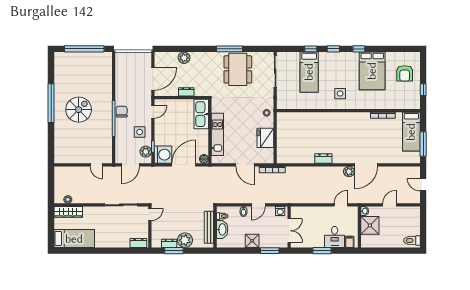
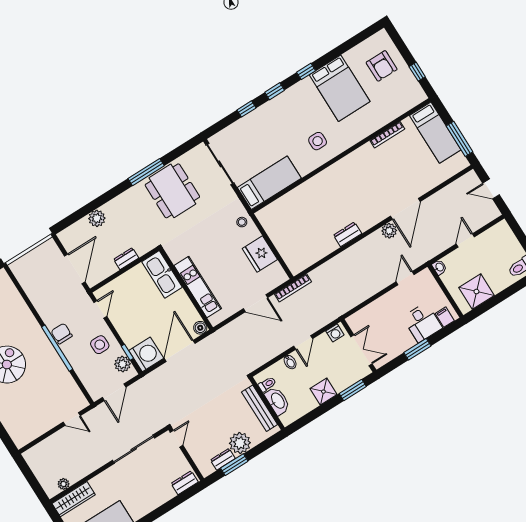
bed: (309, 72) -> (269, 183), moved, turned -90
shower: (370, 225) -> (476, 292), moved

